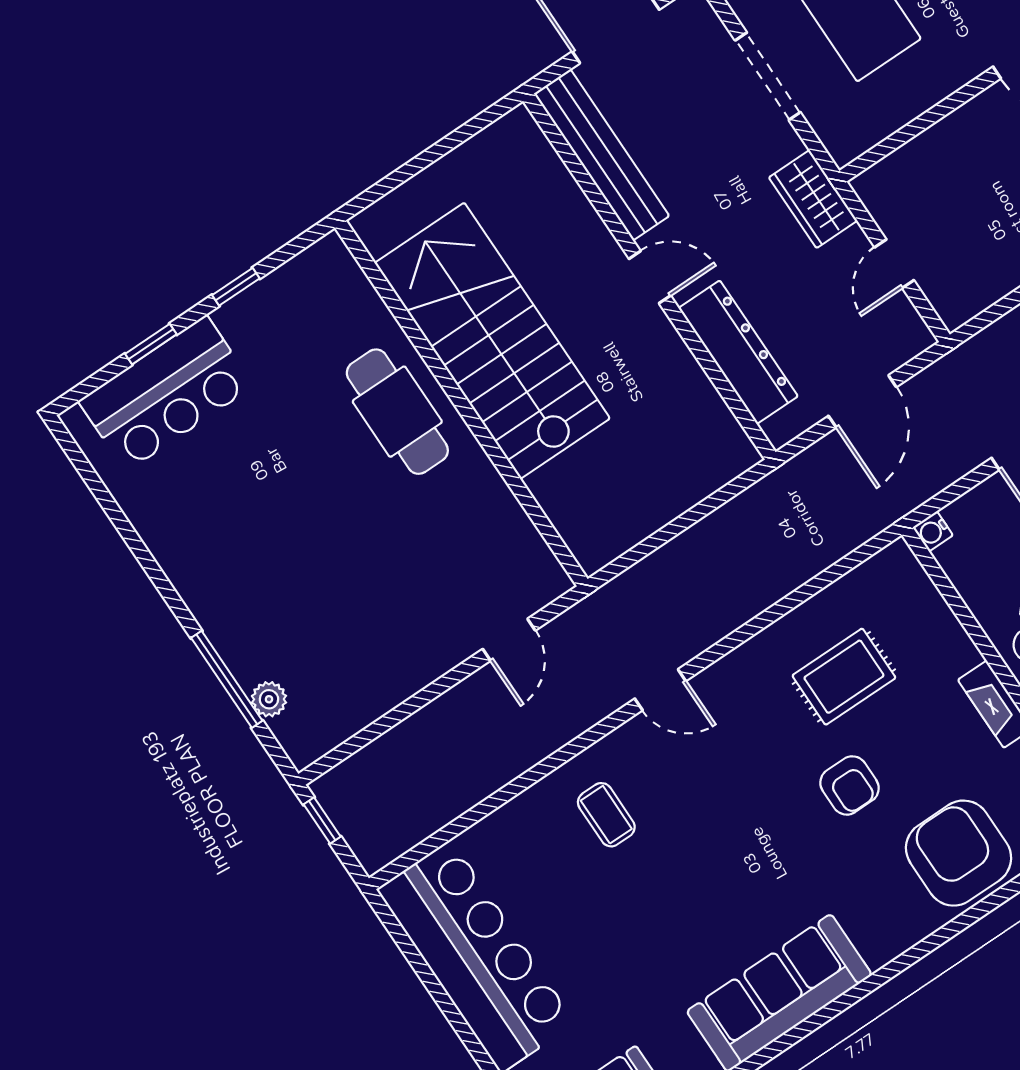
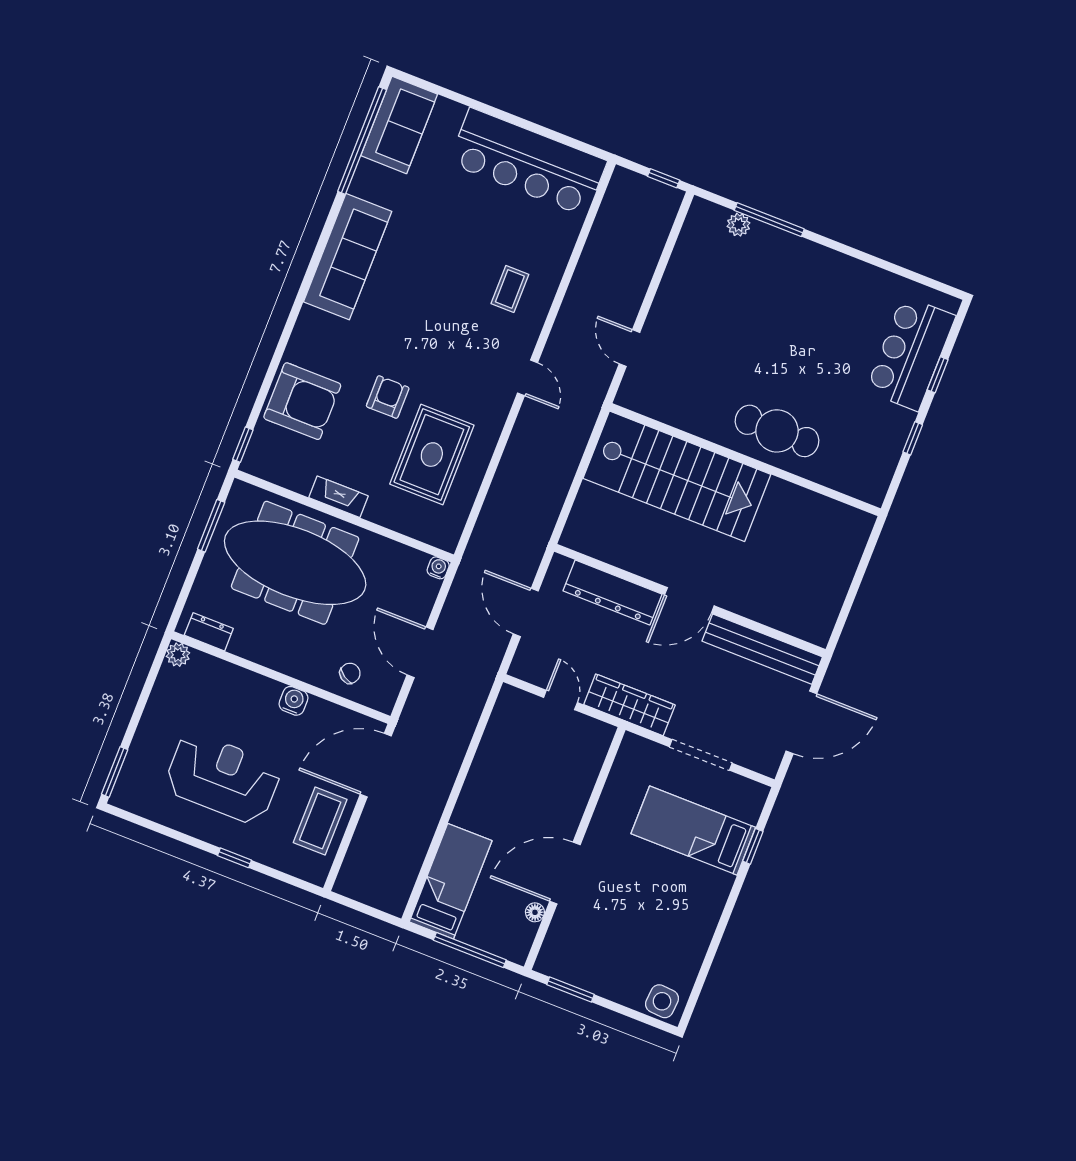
wardrobe: (813, 199) -> (629, 705), width x1.50
door: (650, 277) -> (689, 600), width x1.38
stairs: (492, 341) -> (677, 476), moved
rug: (844, 677) -> (432, 455), width x1.36, depth x1.43
door: (660, 690) -> (528, 378), swing flipped
armchair: (849, 785) -> (388, 397), turned 90
coffee table: (606, 815) -> (510, 289), turned 90

